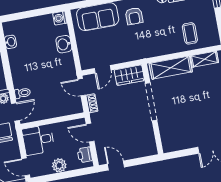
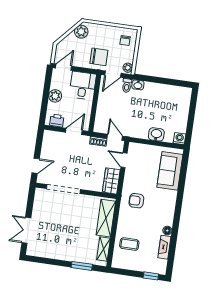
armchair: (134, 16) -> (136, 201), moved
washbasin: (10, 42) -> (138, 85), moved
door: (82, 87) -> (115, 137), hinge flipped
doorway: (151, 102) -> (63, 189), moved
door: (15, 112) -> (113, 74), hinge flipped
door: (116, 166) -> (36, 166), moved

